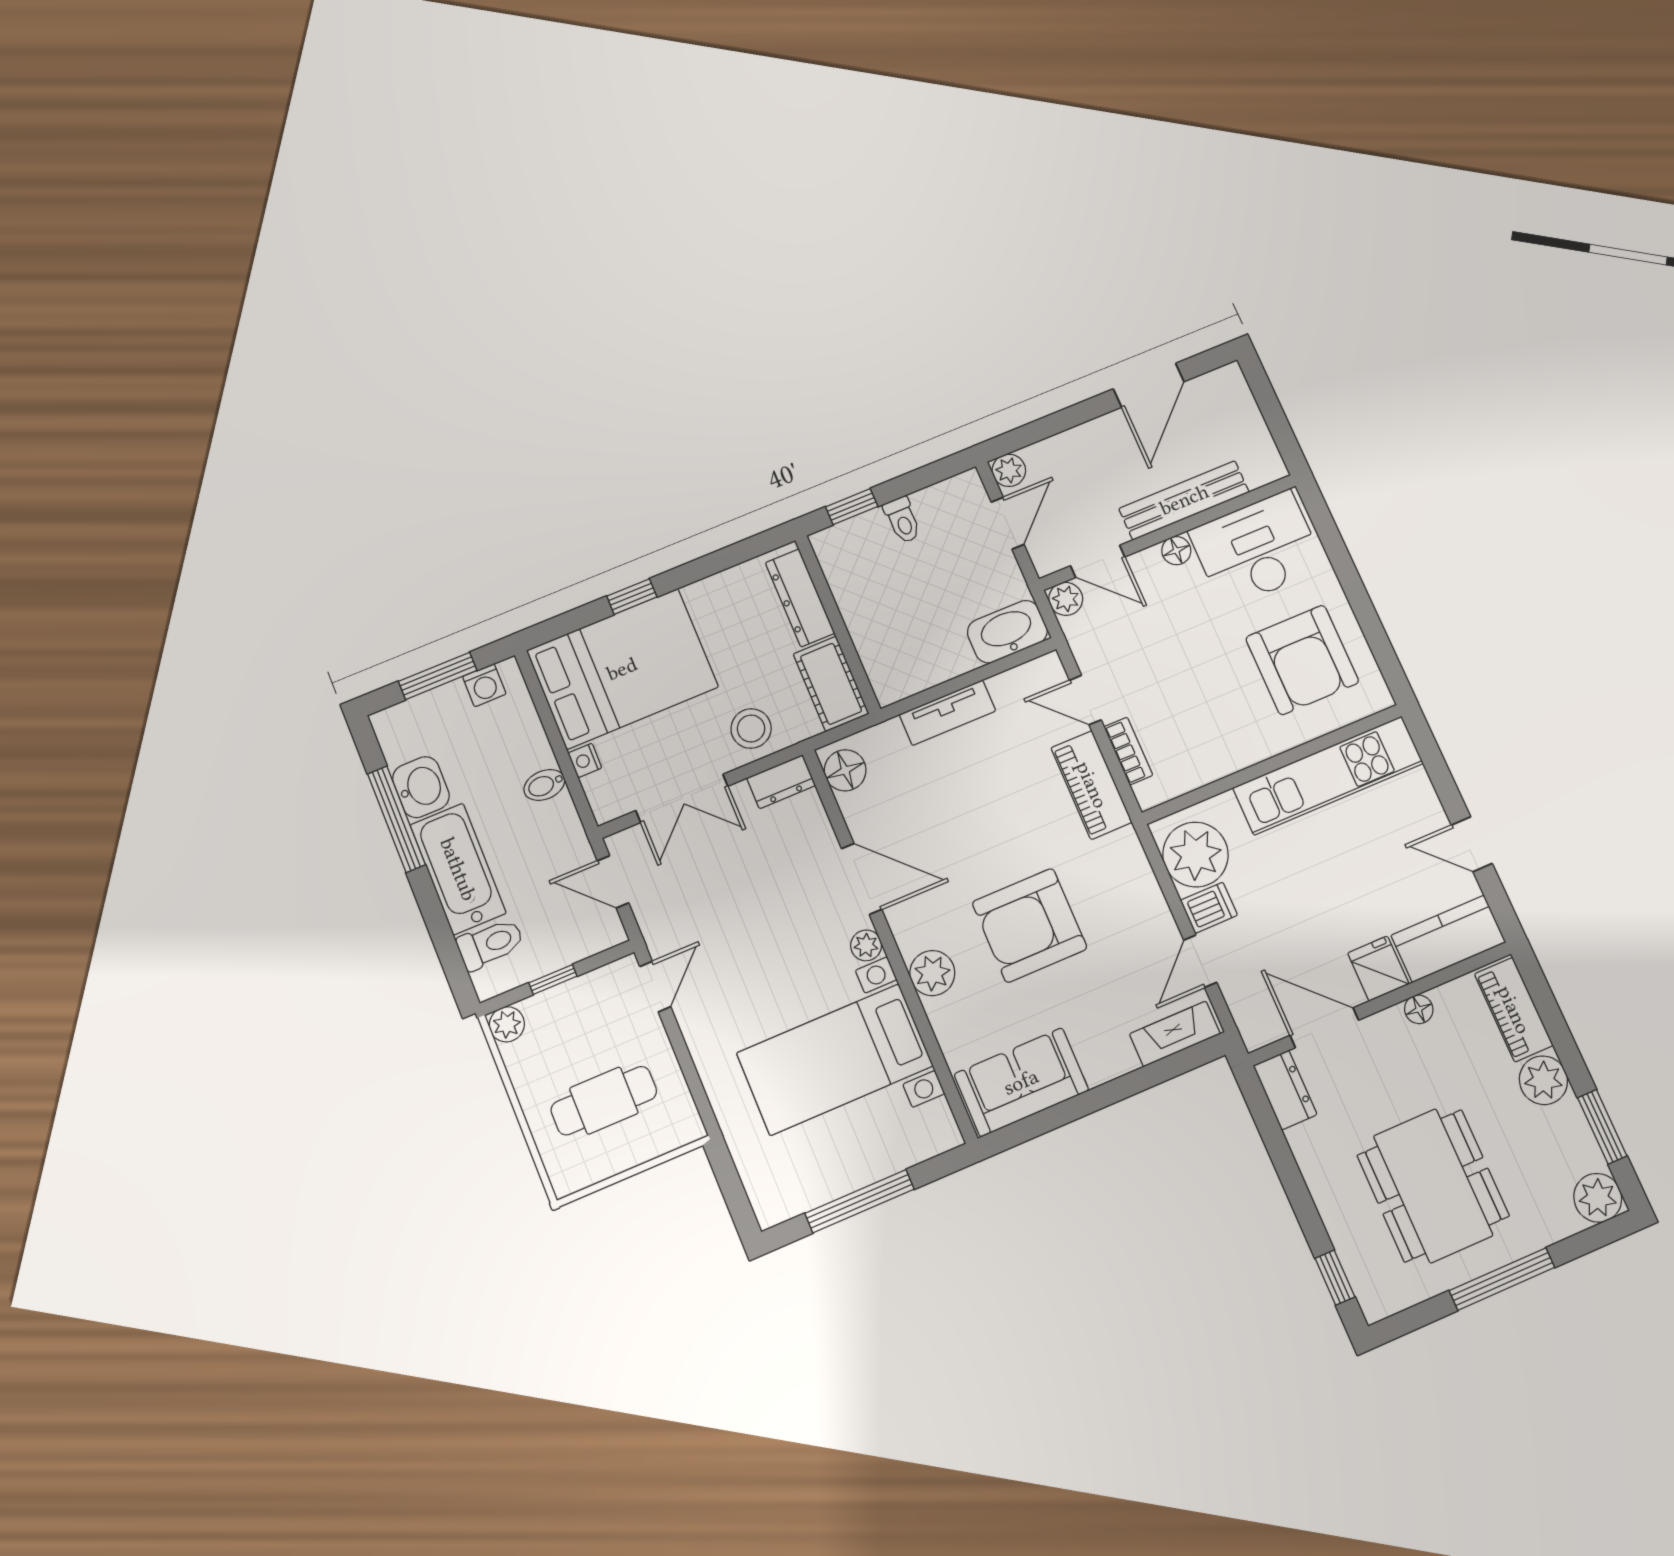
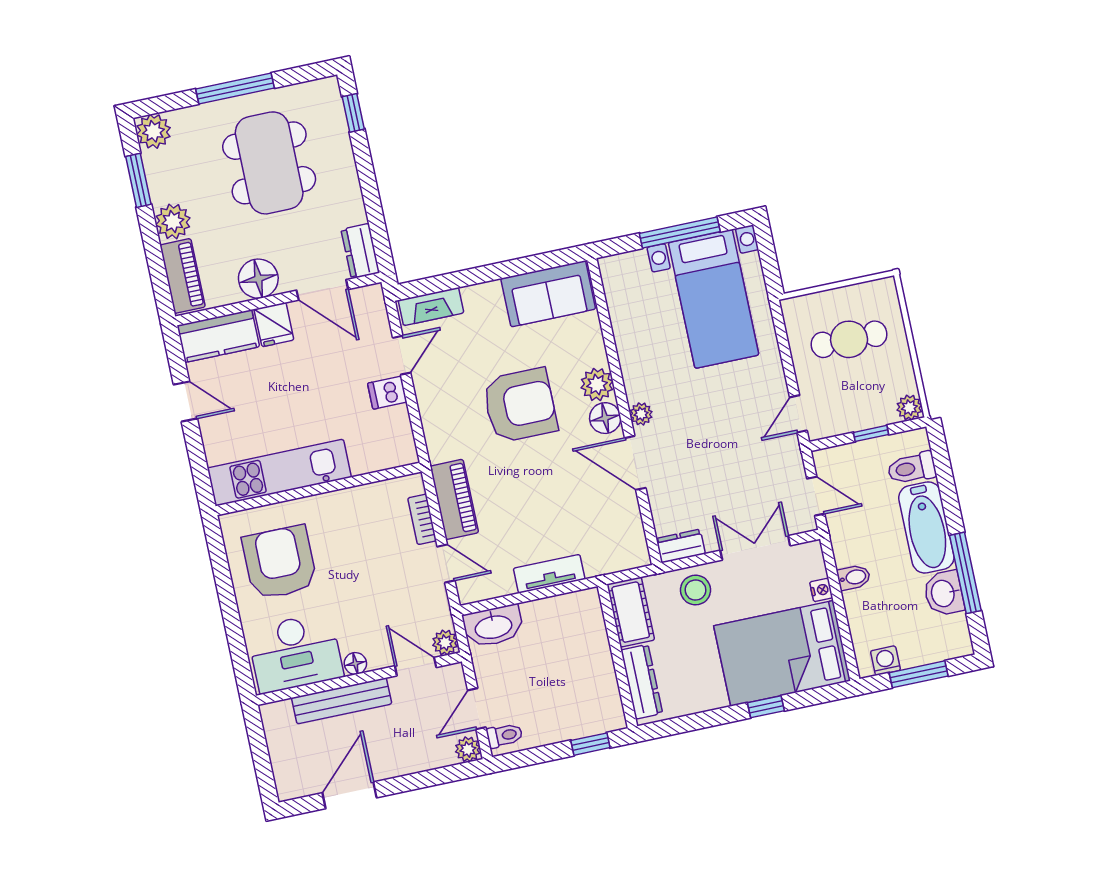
toilet: (902, 520) -> (505, 735), moved, turned 90
floor lamp: (845, 770) -> (605, 418), moved
plant: (1195, 855) -> (389, 433), removed
floor lamp: (1419, 1009) -> (258, 279), width x1.89, depth x1.89
bed with nightstands: (835, 1060) -> (714, 299), moved, turned 90

